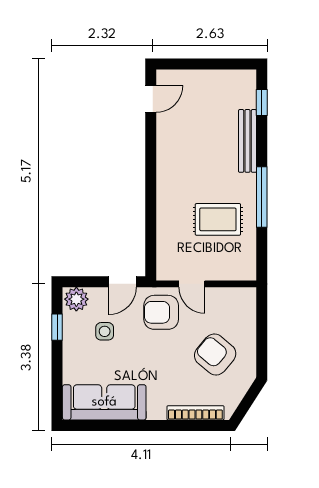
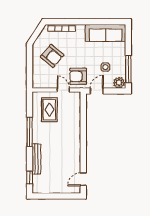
rug: (218, 219) -> (49, 110), moved, turned 90
armchair: (161, 312) -> (78, 76), turned 180
window: (57, 327) -> (128, 69), width x2.17

